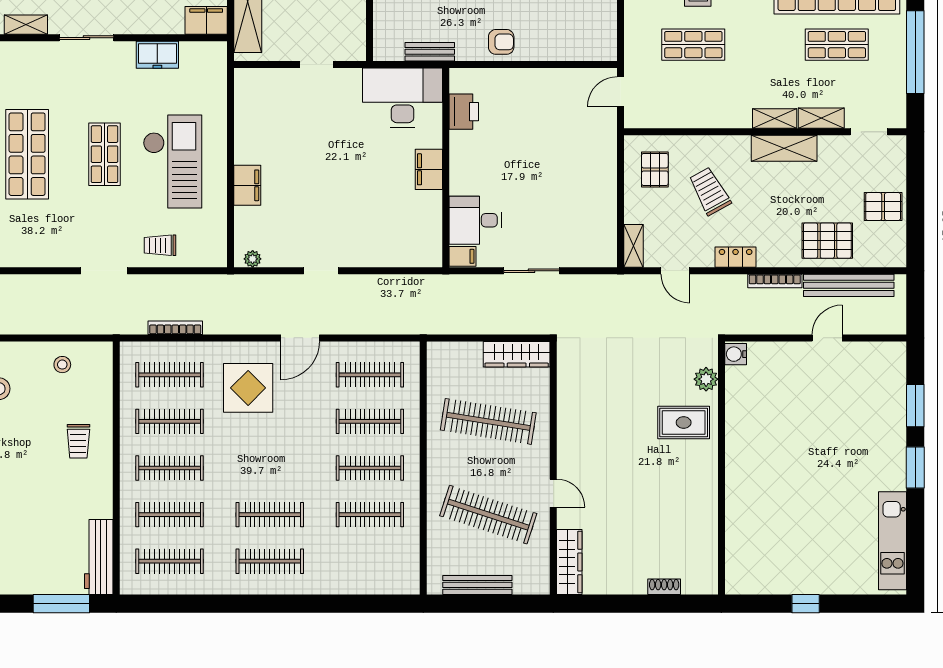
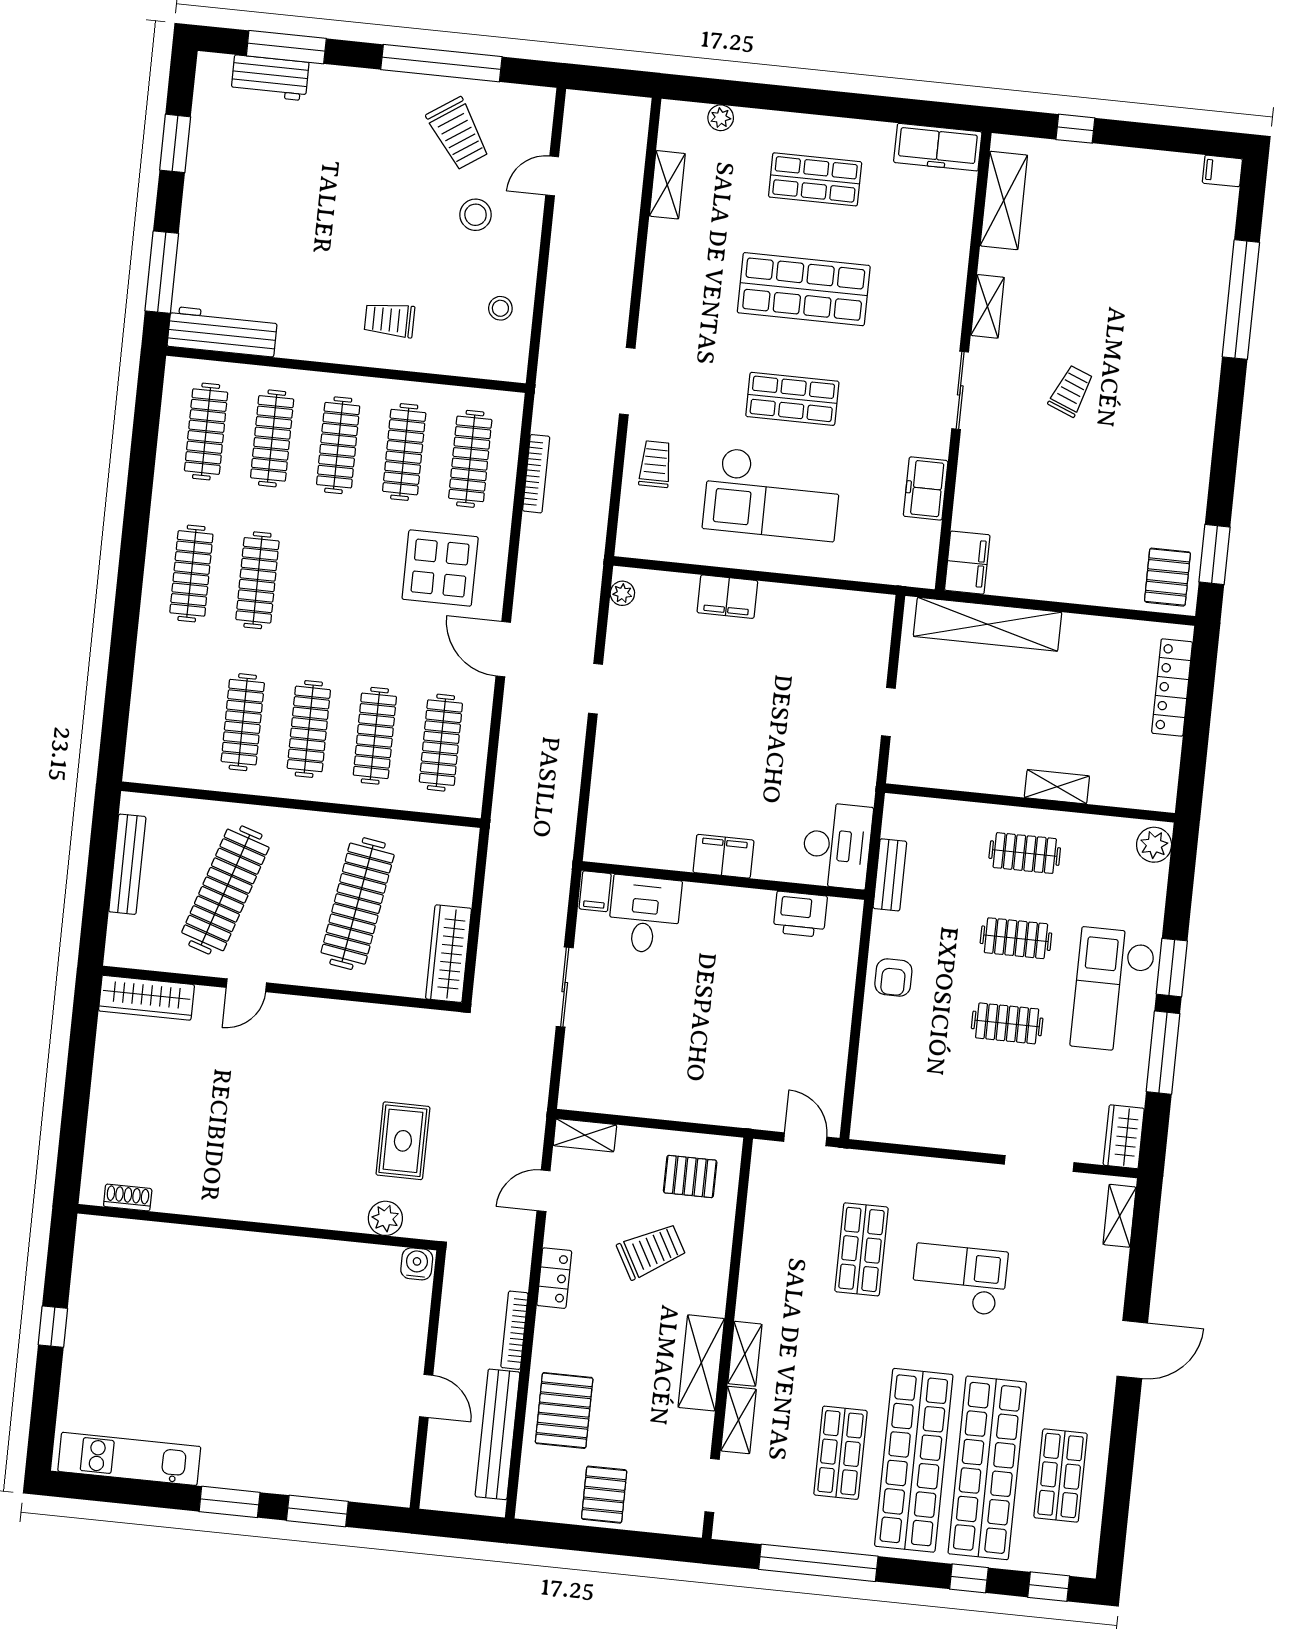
desk: (403, 98) -> (837, 846), width x0.73, depth x0.77
rug: (684, 423) -> (403, 1141), moved
shoe rack: (664, 587) -> (128, 1198), moved, turned -90

